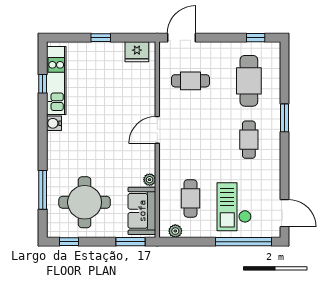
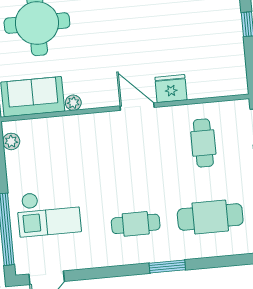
fridge: (137, 52) -> (171, 89), moved, turned 90
cafe table: (190, 198) -> (54, 157), removed
checkout: (234, 207) -> (49, 213), turned 180

